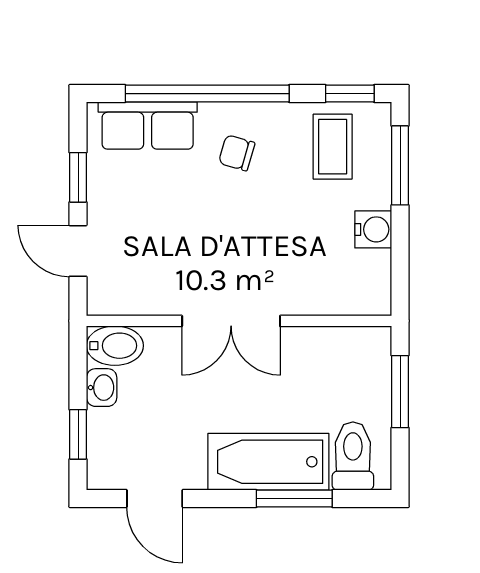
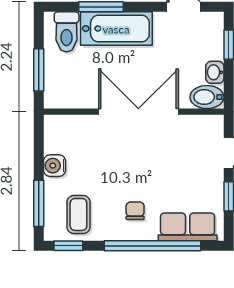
chair: (237, 153) -> (135, 211), turned -106
double door: (231, 321) -> (138, 112), width x1.37

